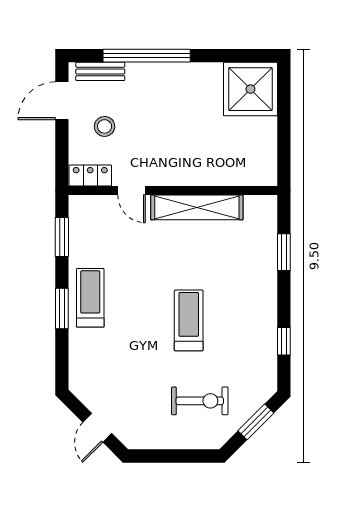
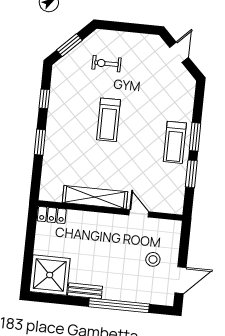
bench: (100, 71) -> (85, 291), moved
locker: (90, 175) -> (52, 215), moved
window: (62, 237) -> (191, 174), moved
window: (284, 252) -> (40, 142), moved
exercise bike: (200, 401) -> (107, 64), width x0.73, depth x0.72

